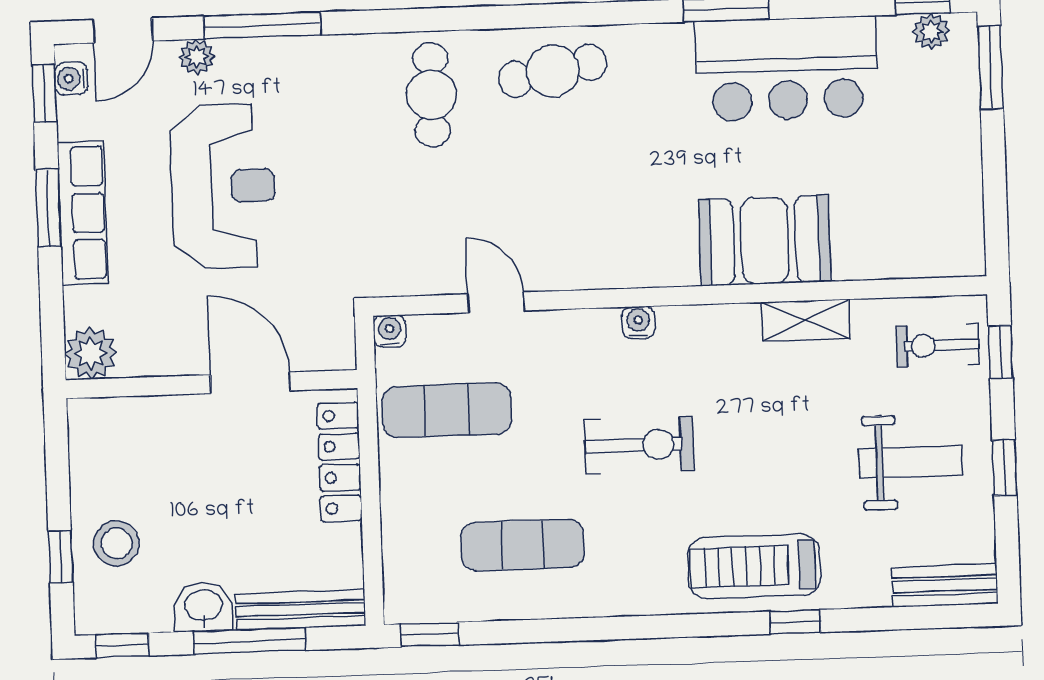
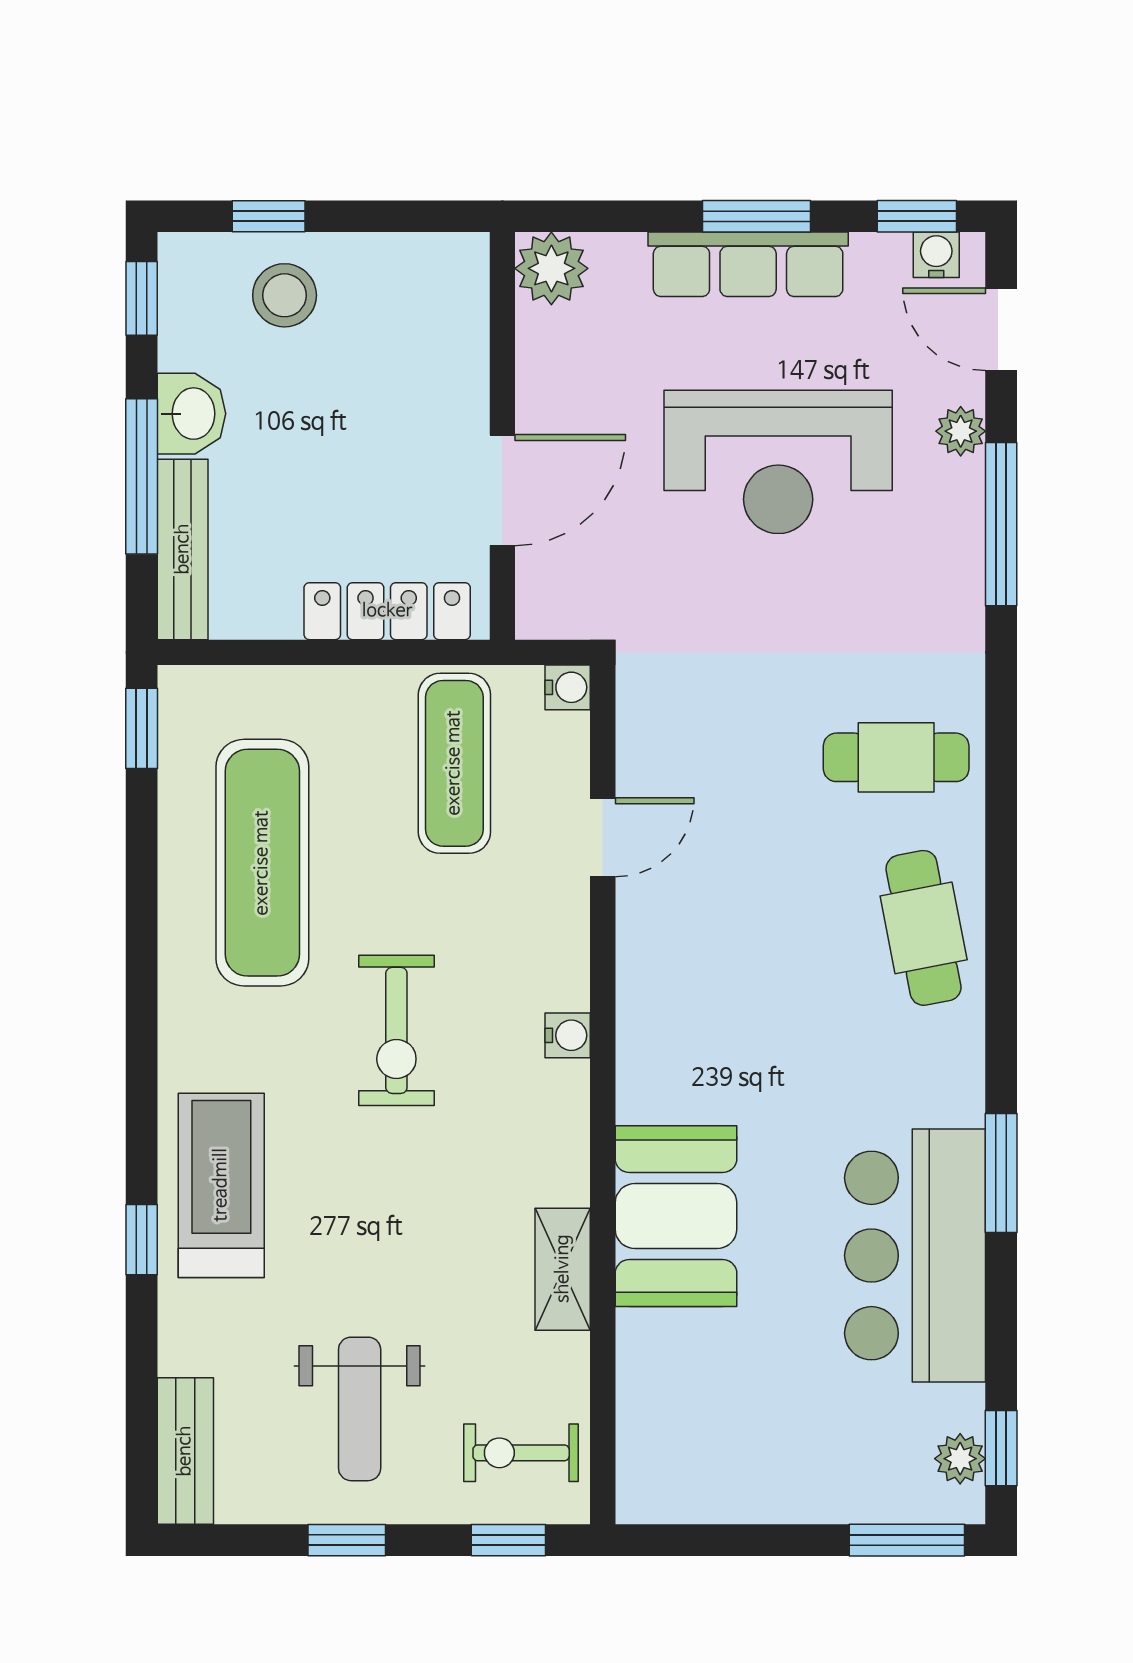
exercise bike: (938, 345) -> (521, 1453), turned -90
exercise mat: (522, 545) -> (262, 863), width x1.36, depth x1.45

